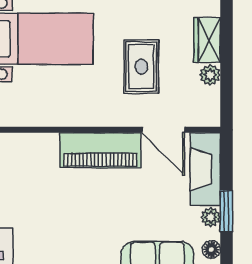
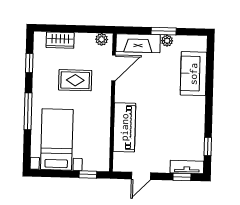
plant: (210, 75) -> (102, 39), moved
piano: (100, 150) -> (124, 127), moved
floor lamp: (211, 250) -> (187, 41), removed

